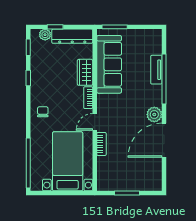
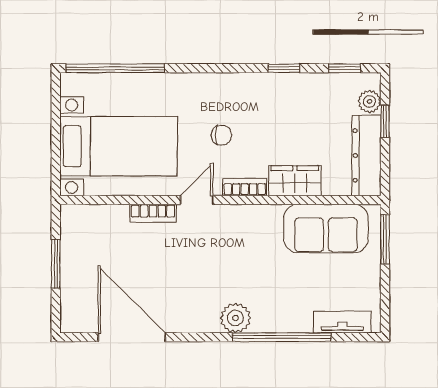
sofa: (109, 64) -> (326, 228), width x0.73
tv unit: (156, 70) -> (342, 322), moved
chair: (43, 112) -> (222, 135), moved
plant: (154, 114) -> (235, 318), moved
door: (95, 122) -> (197, 200), hinge flipped
door: (164, 140) -> (132, 337), moved

